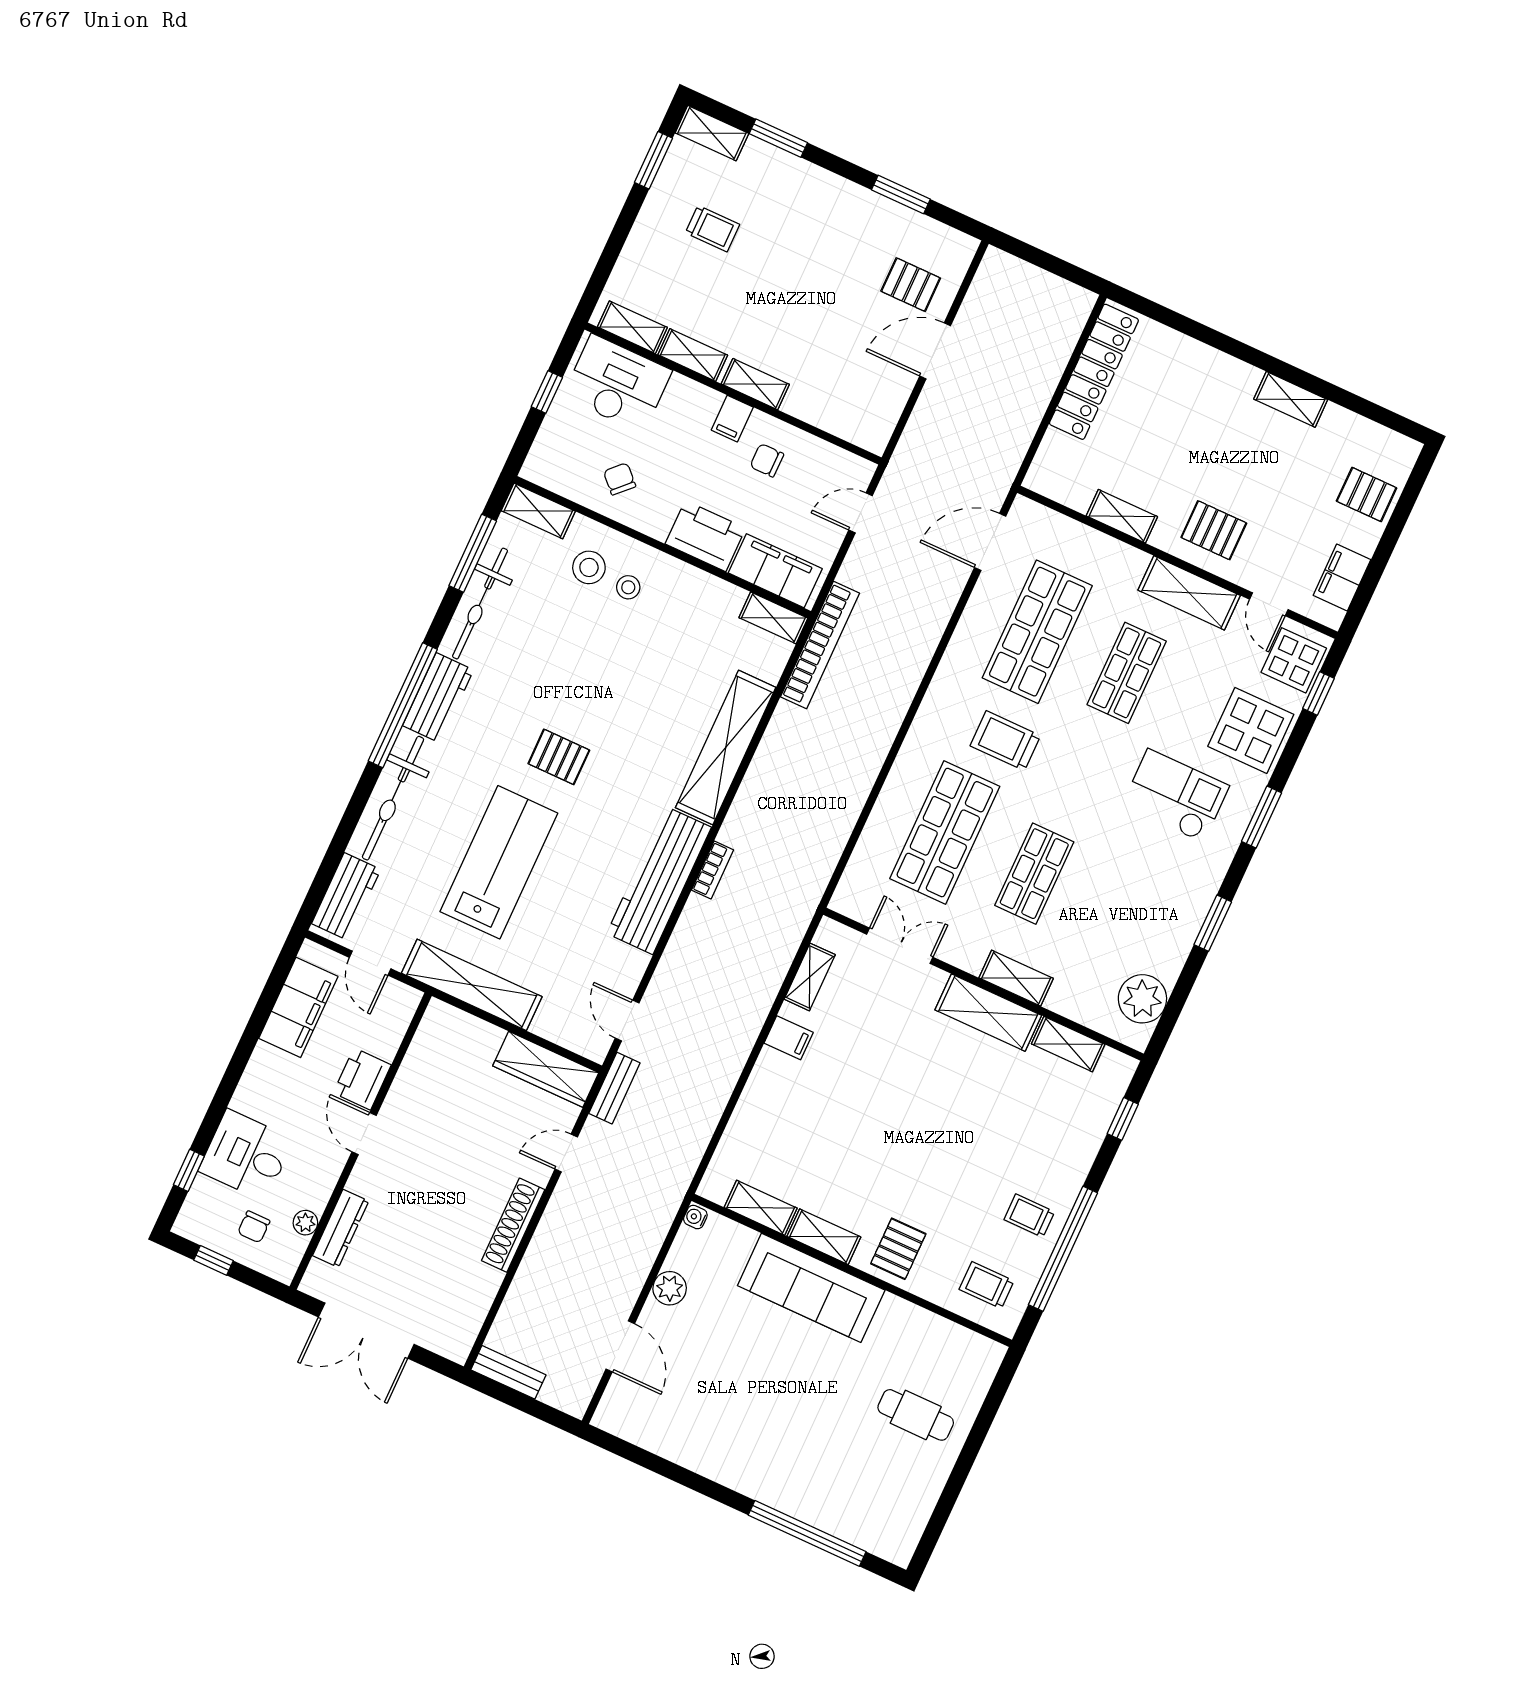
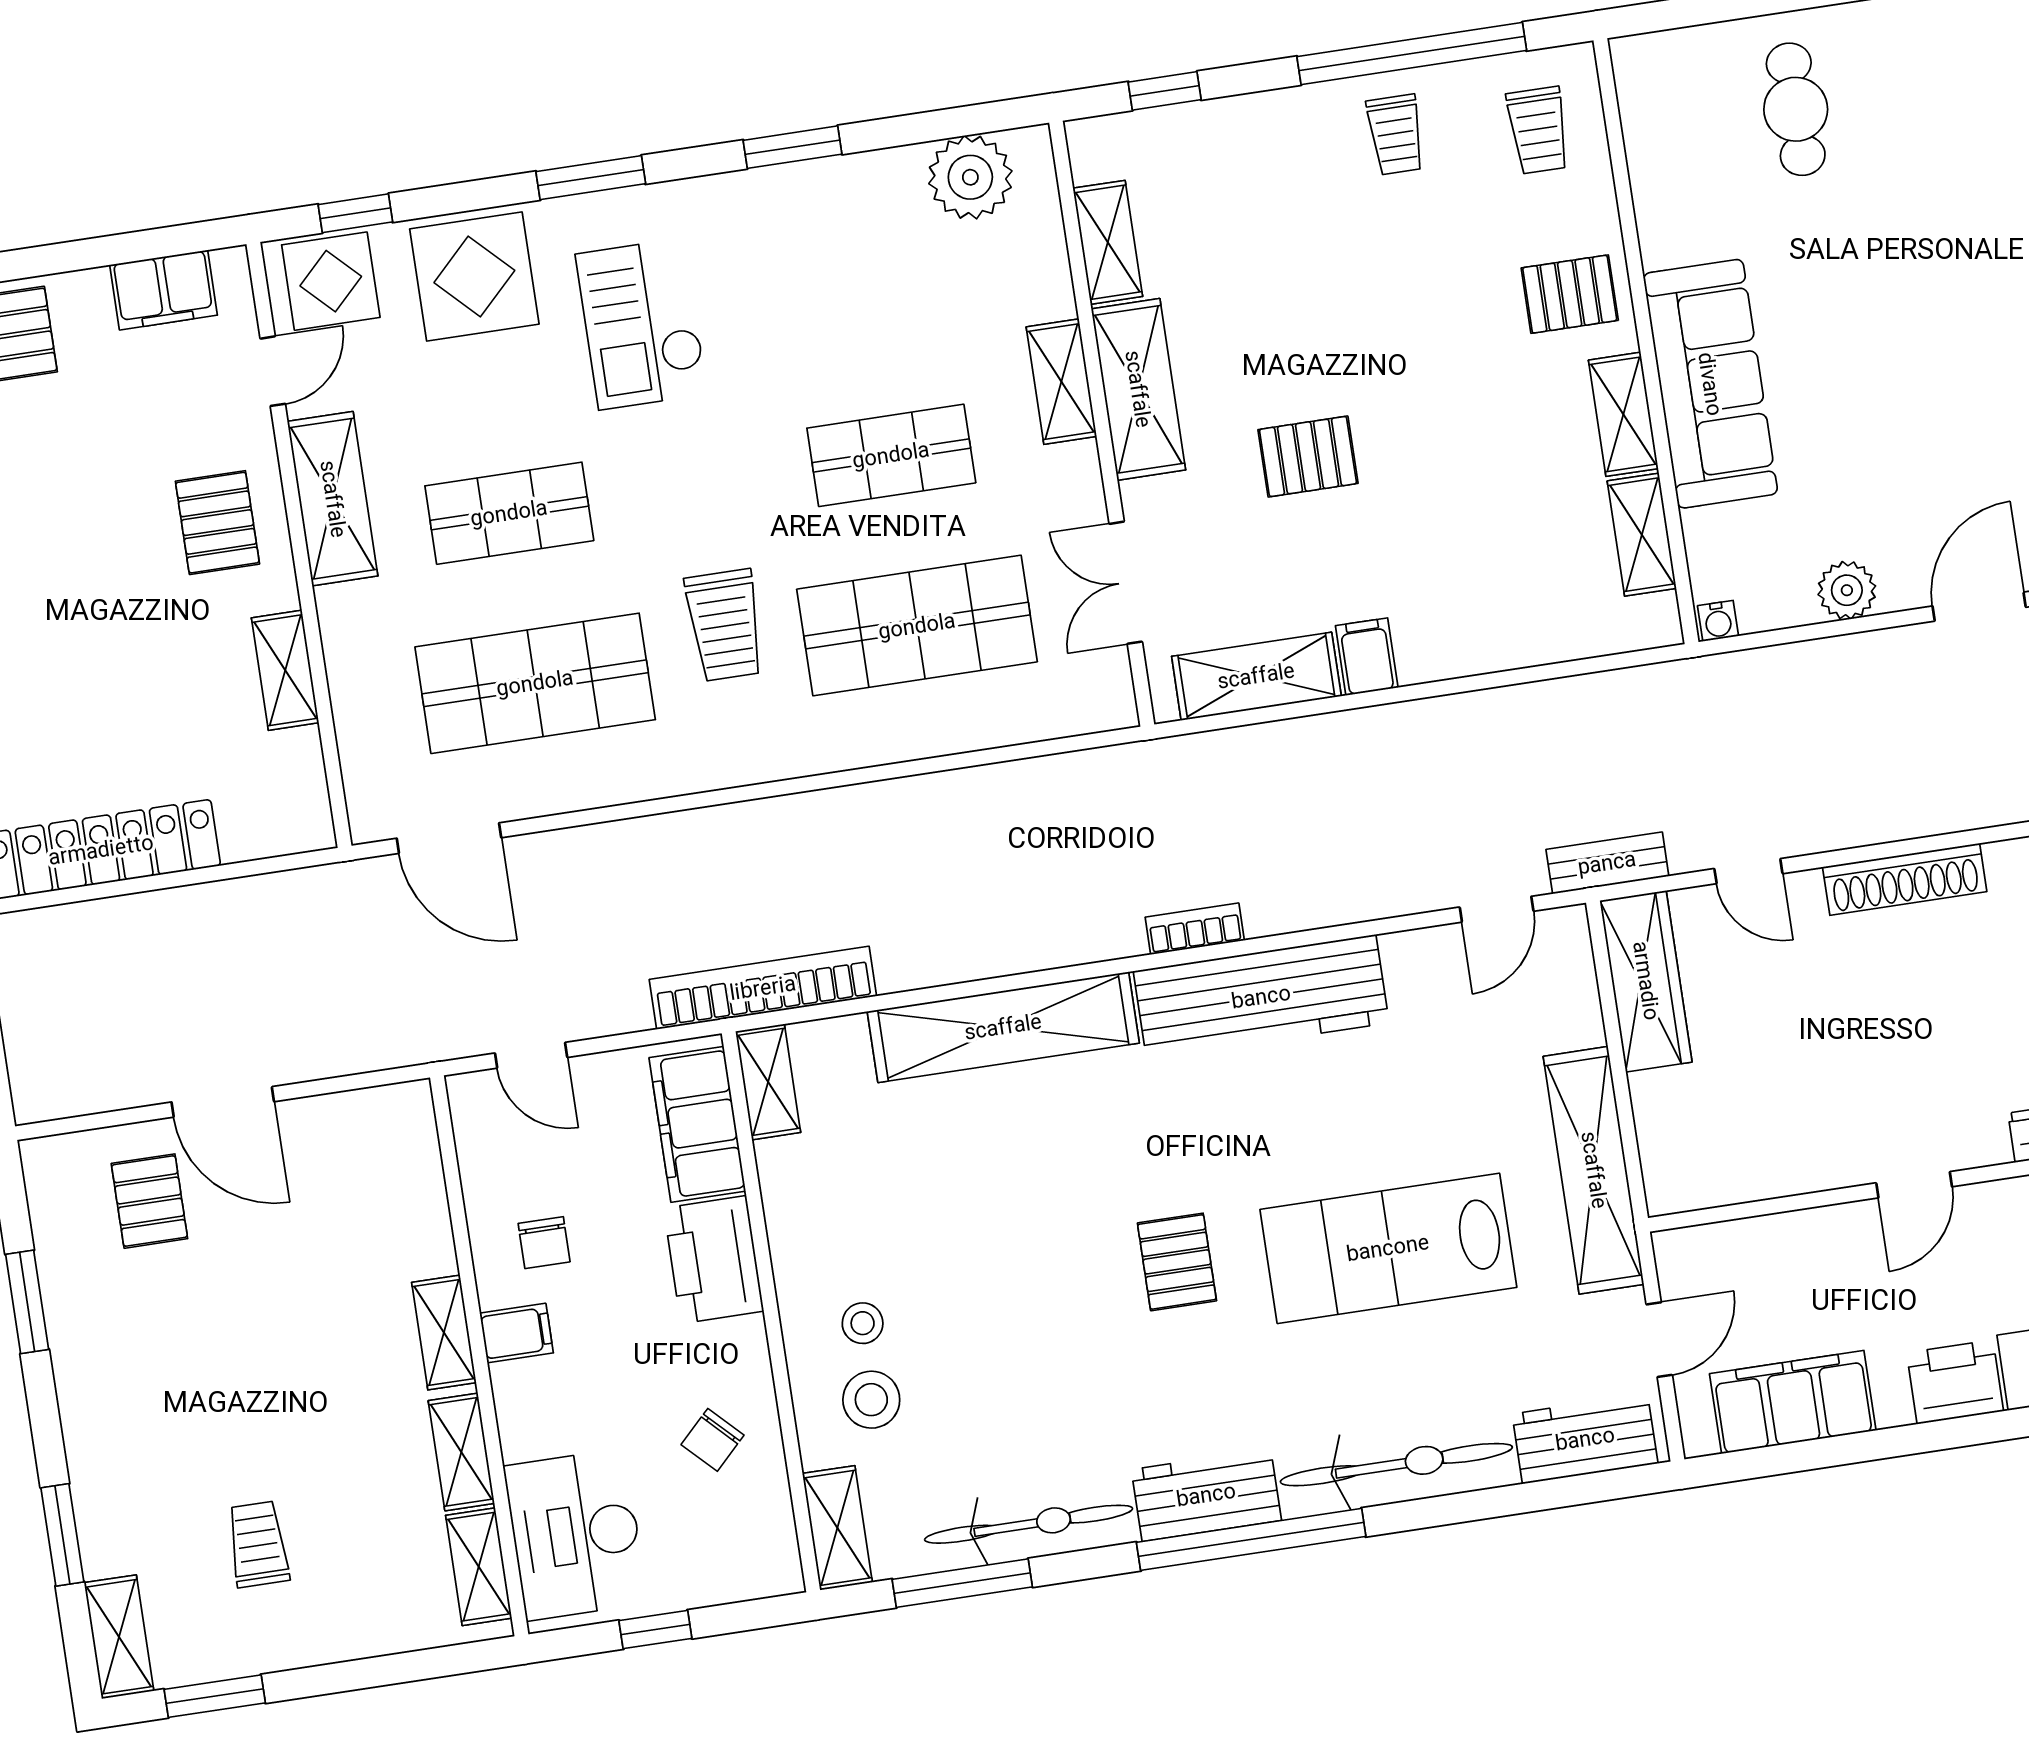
shelving: (810, 977) -> (1256, 676), width x1.50, depth x1.33
pallet: (903, 1073) -> (1308, 457), added
printer: (362, 1079) -> (1955, 1382), moved, turned 180

